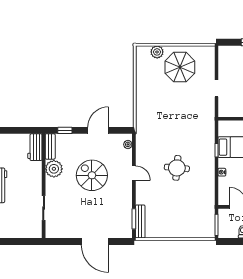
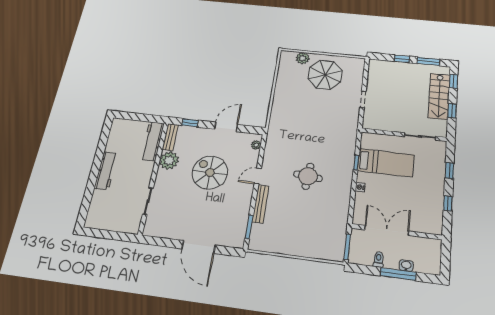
workbench: (35, 147) -> (153, 141), width x1.38
door: (134, 173) -> (258, 176), swing flipped
bench: (140, 222) -> (261, 204), moved

